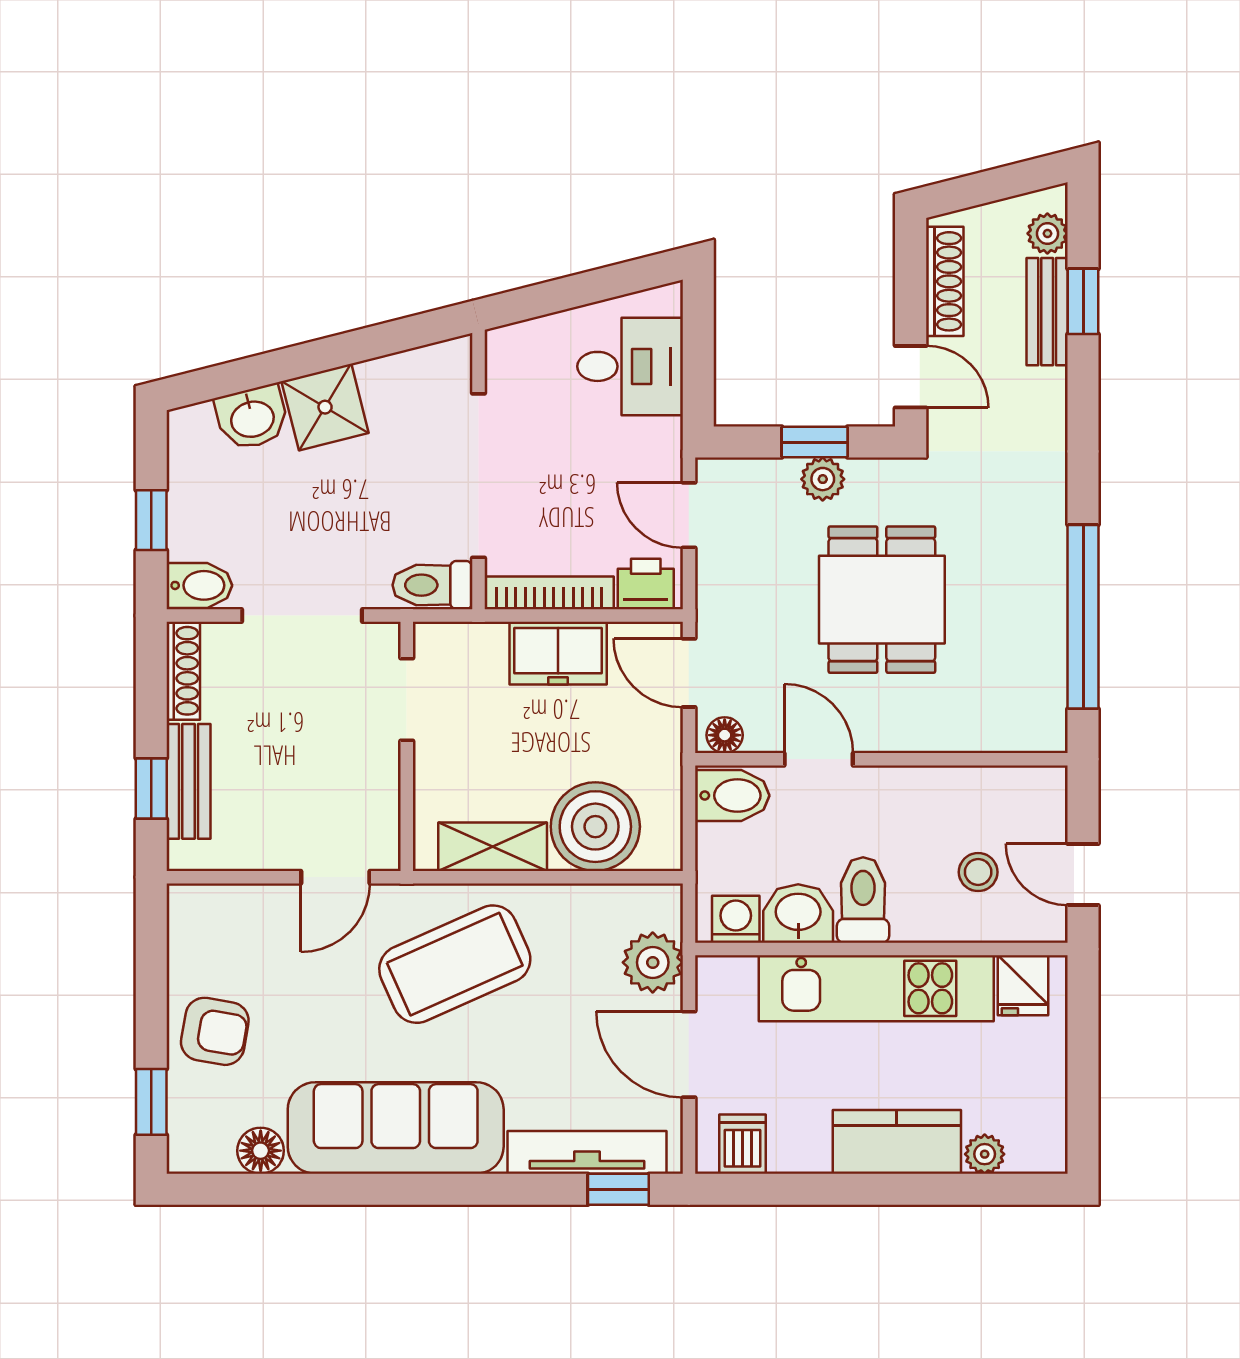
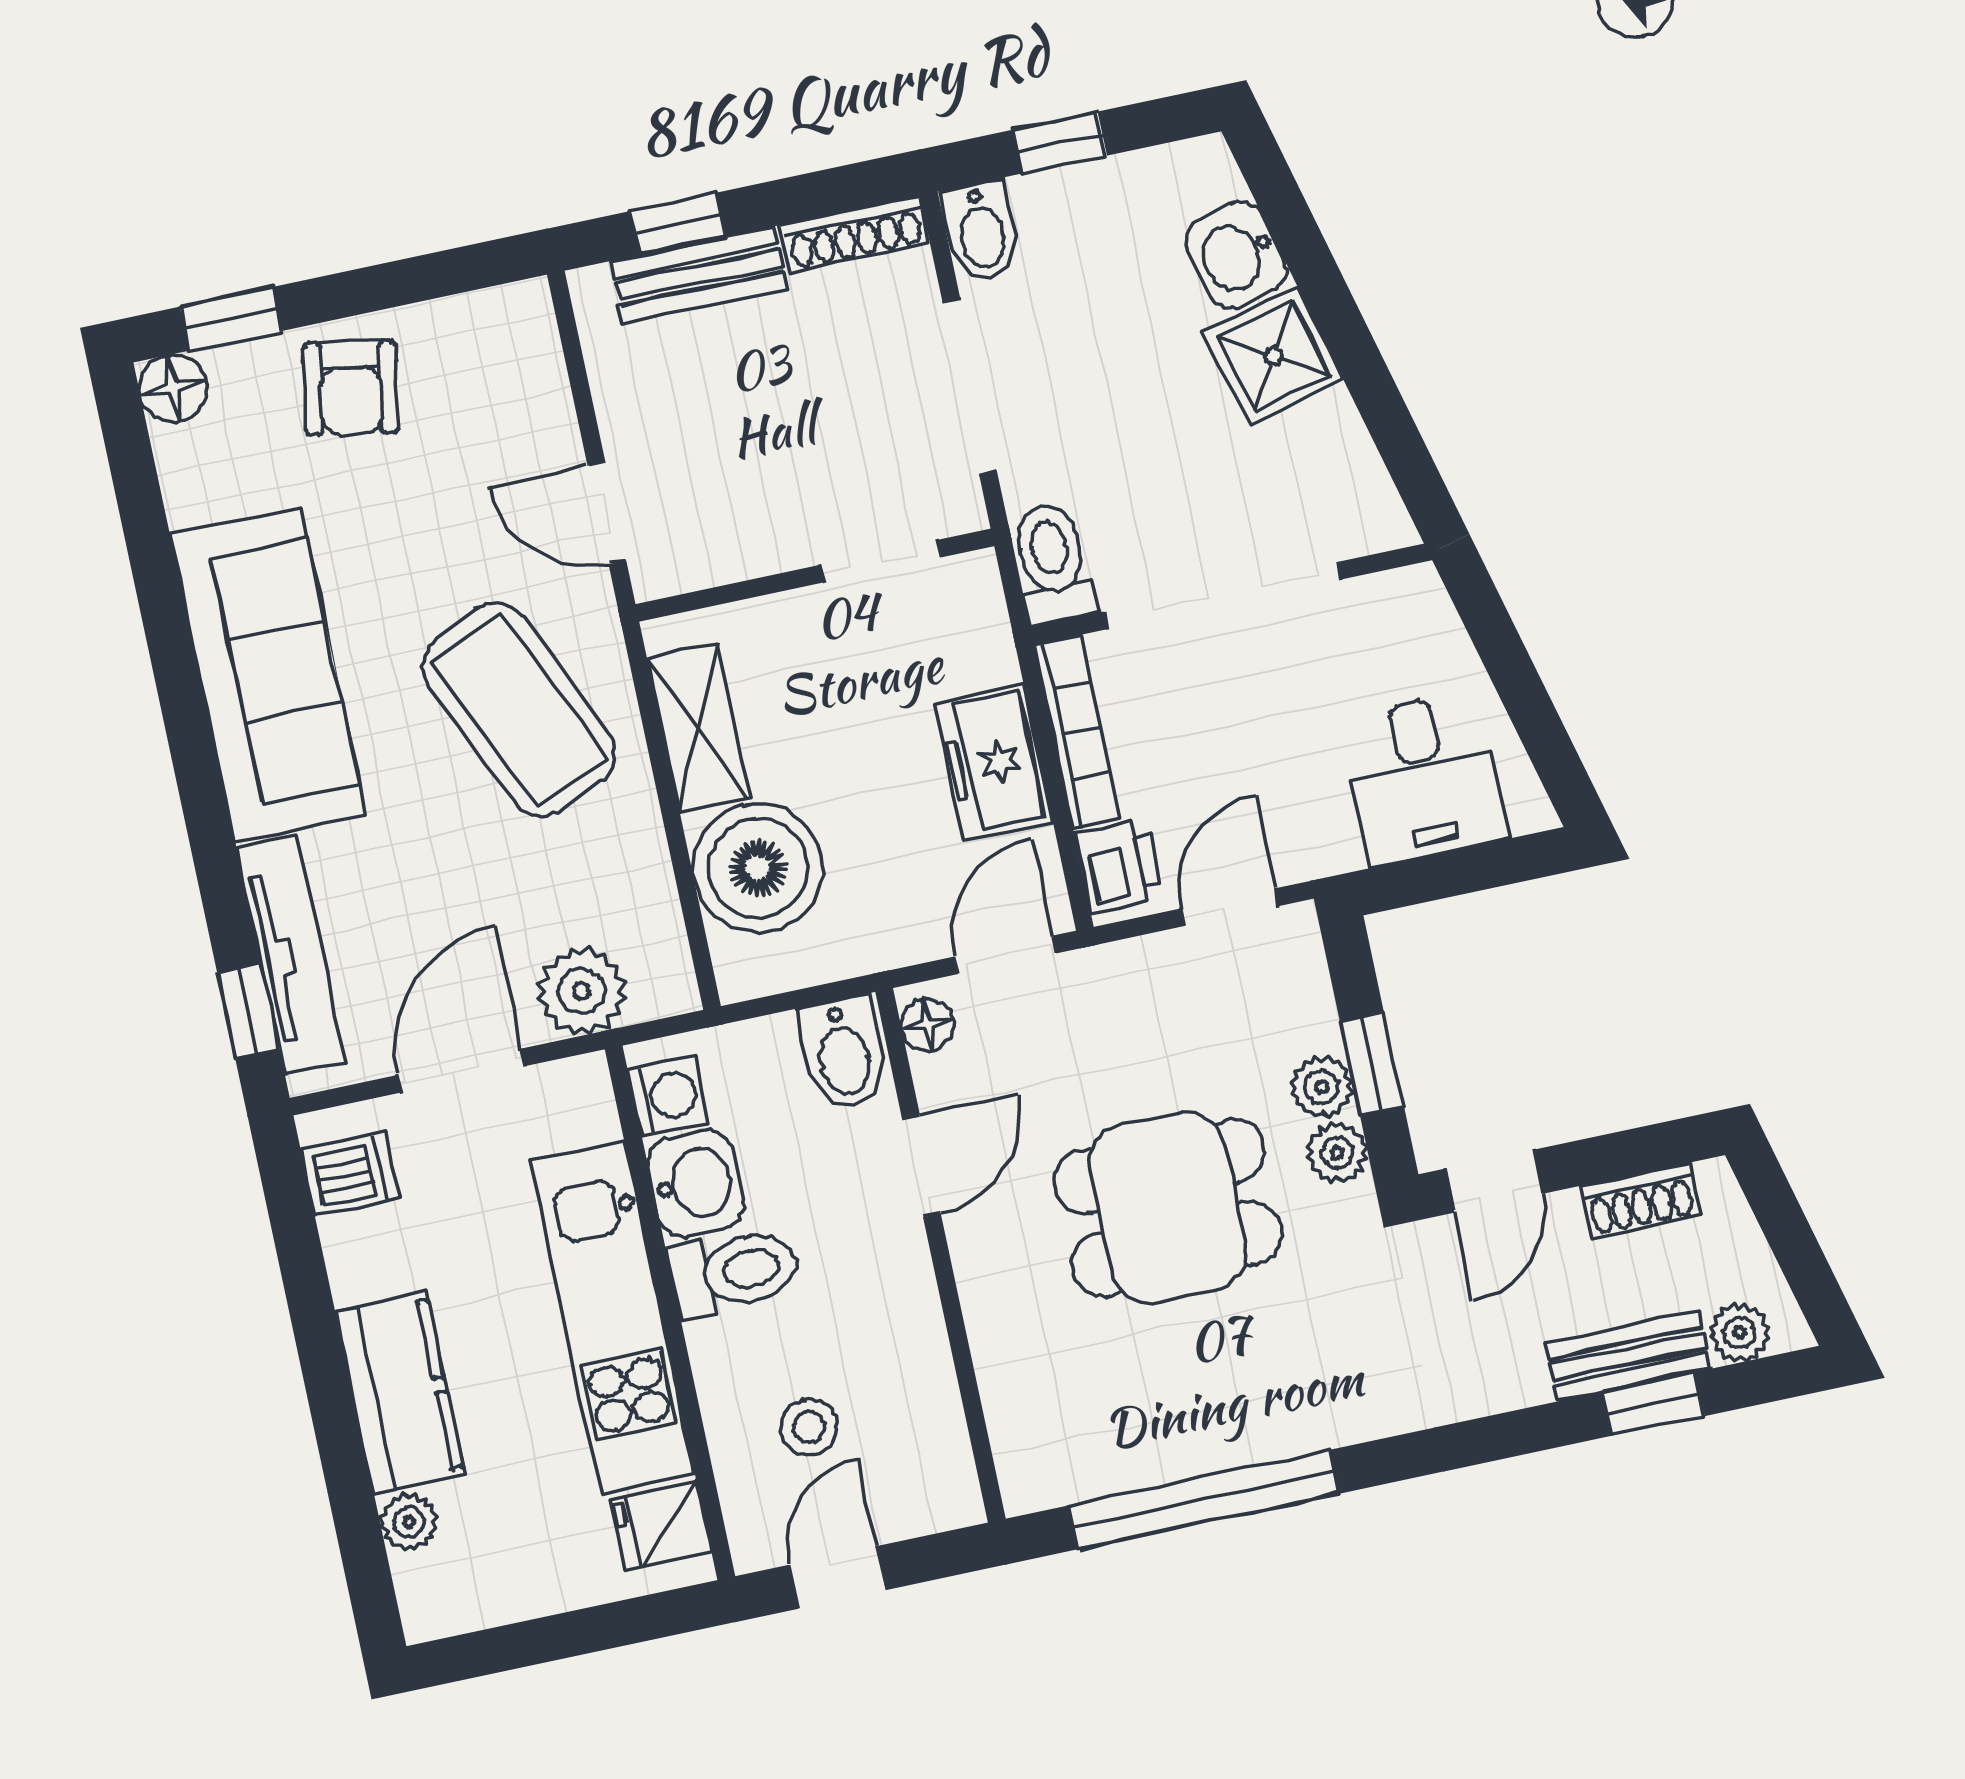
shoe rack: (945, 281) -> (1640, 1201), width x0.70
plant: (869, 478) -> (1337, 1153), added
floor lamp: (261, 1151) -> (173, 388), moved

